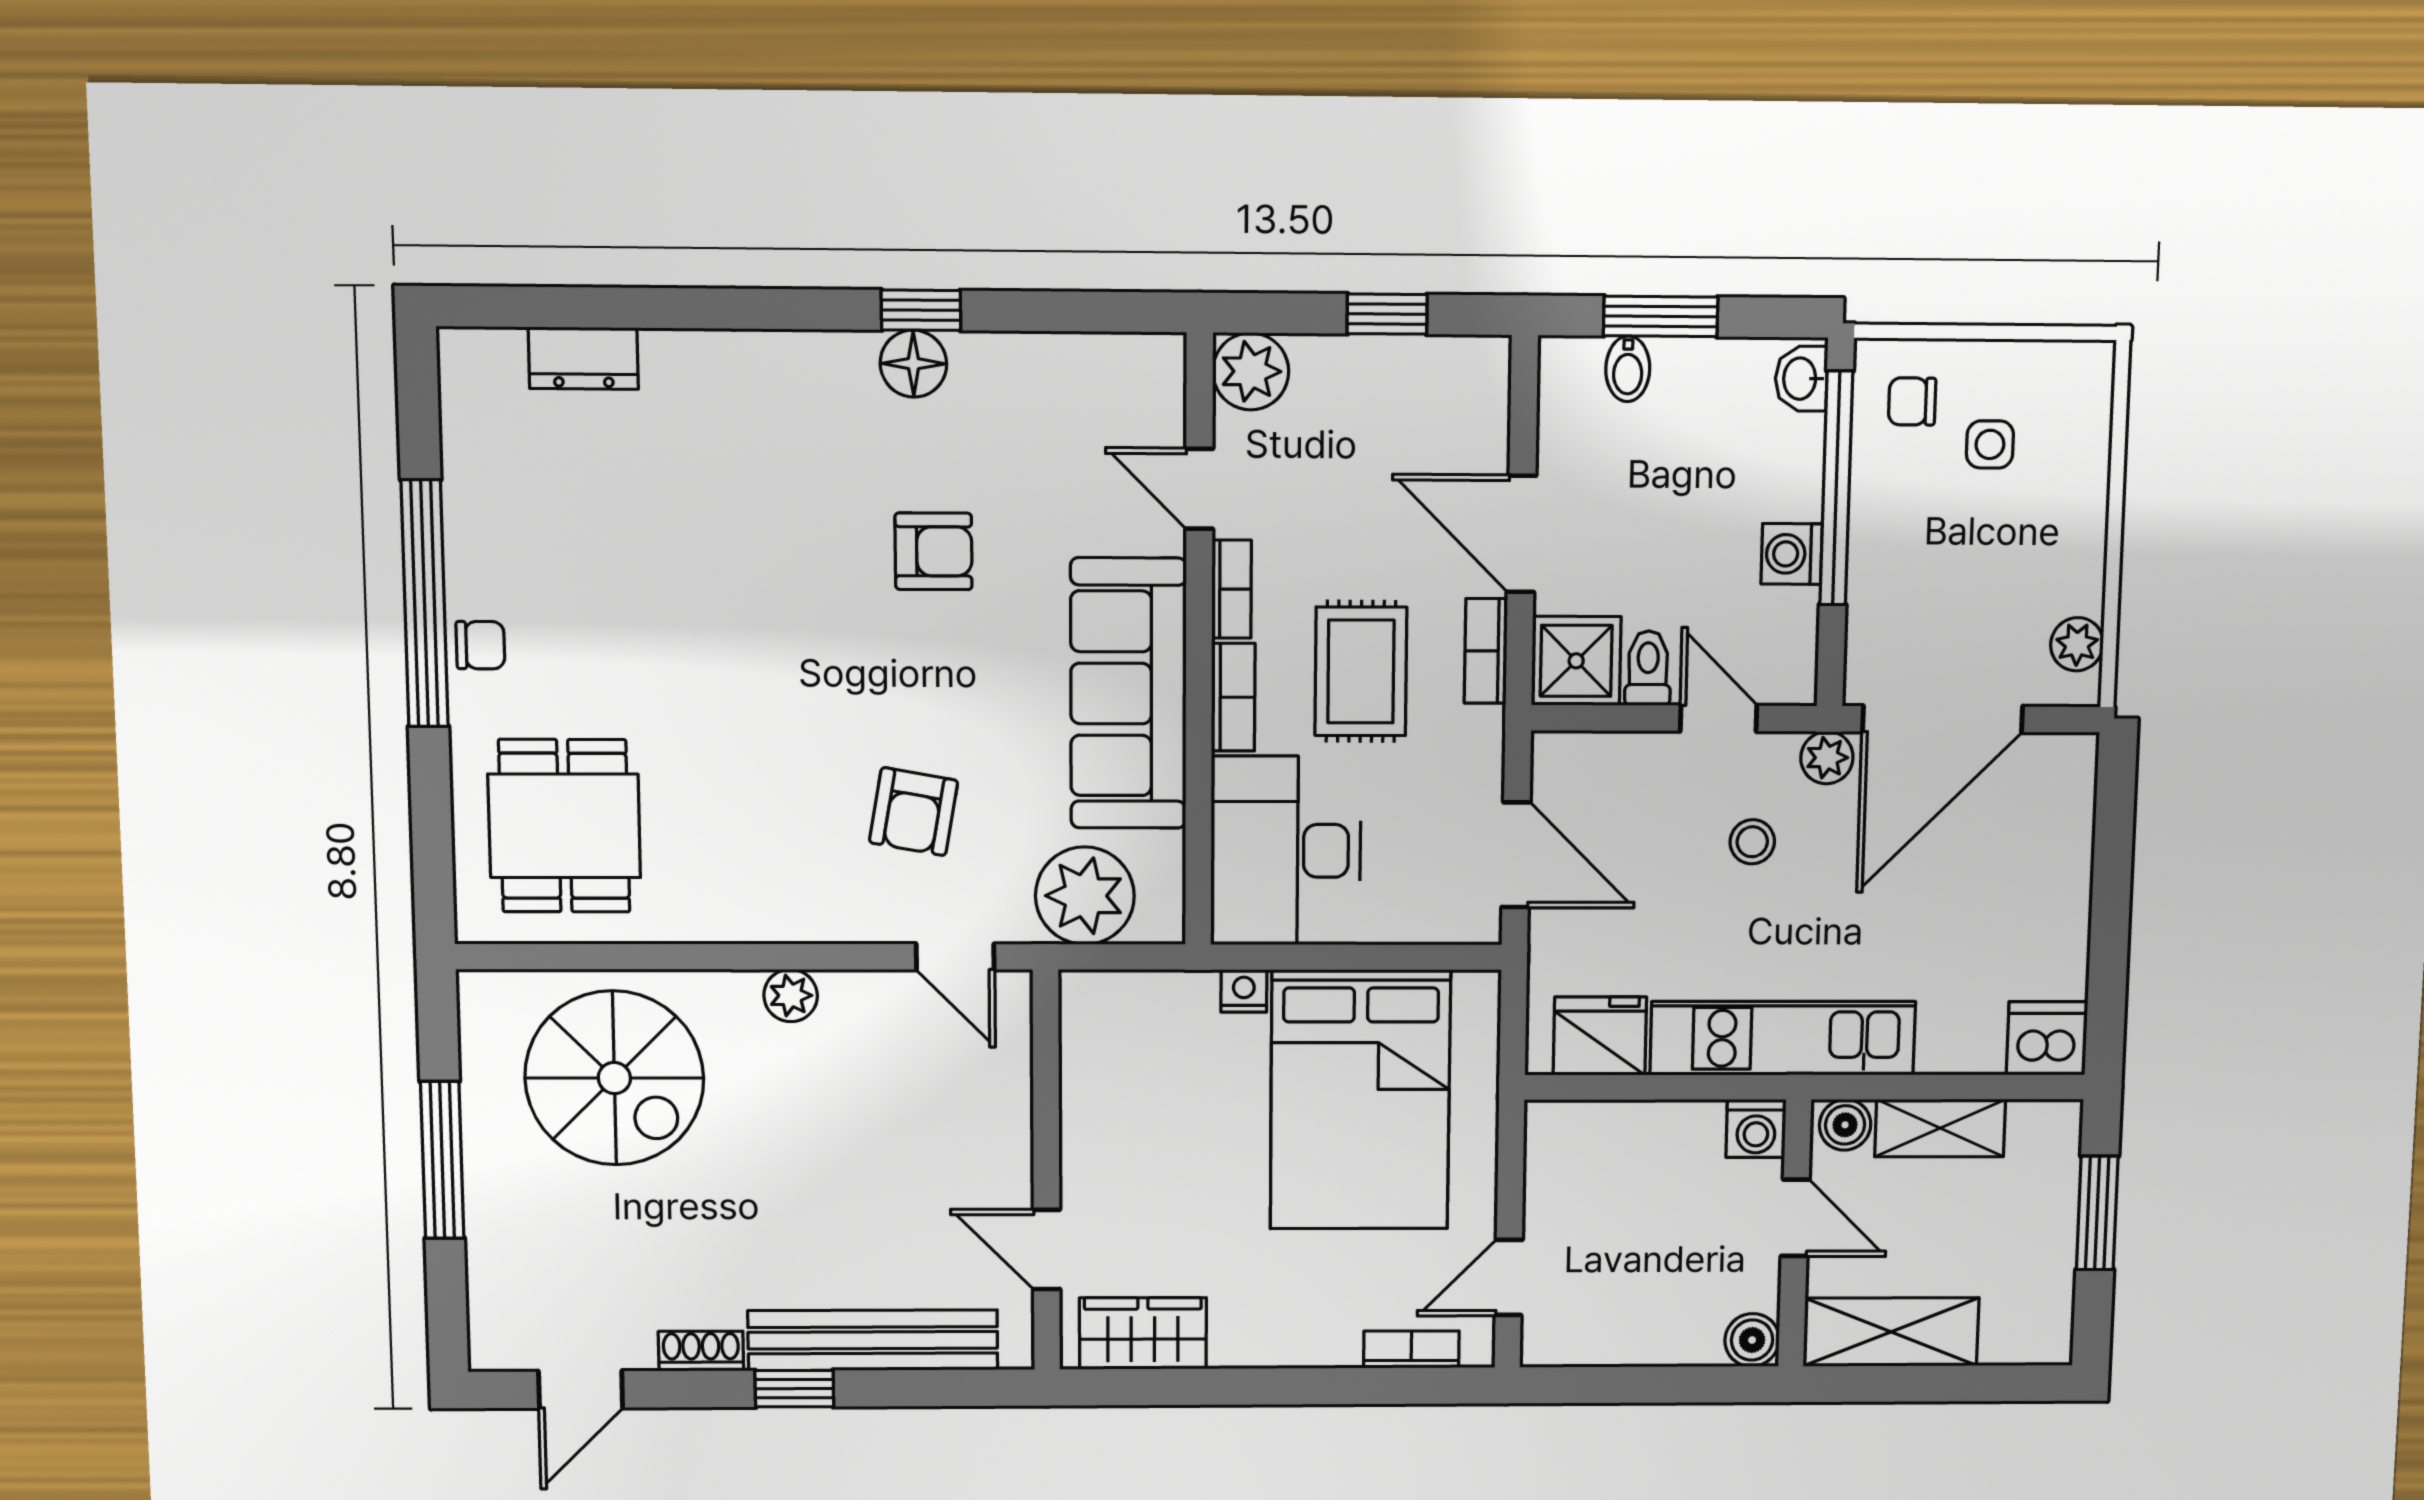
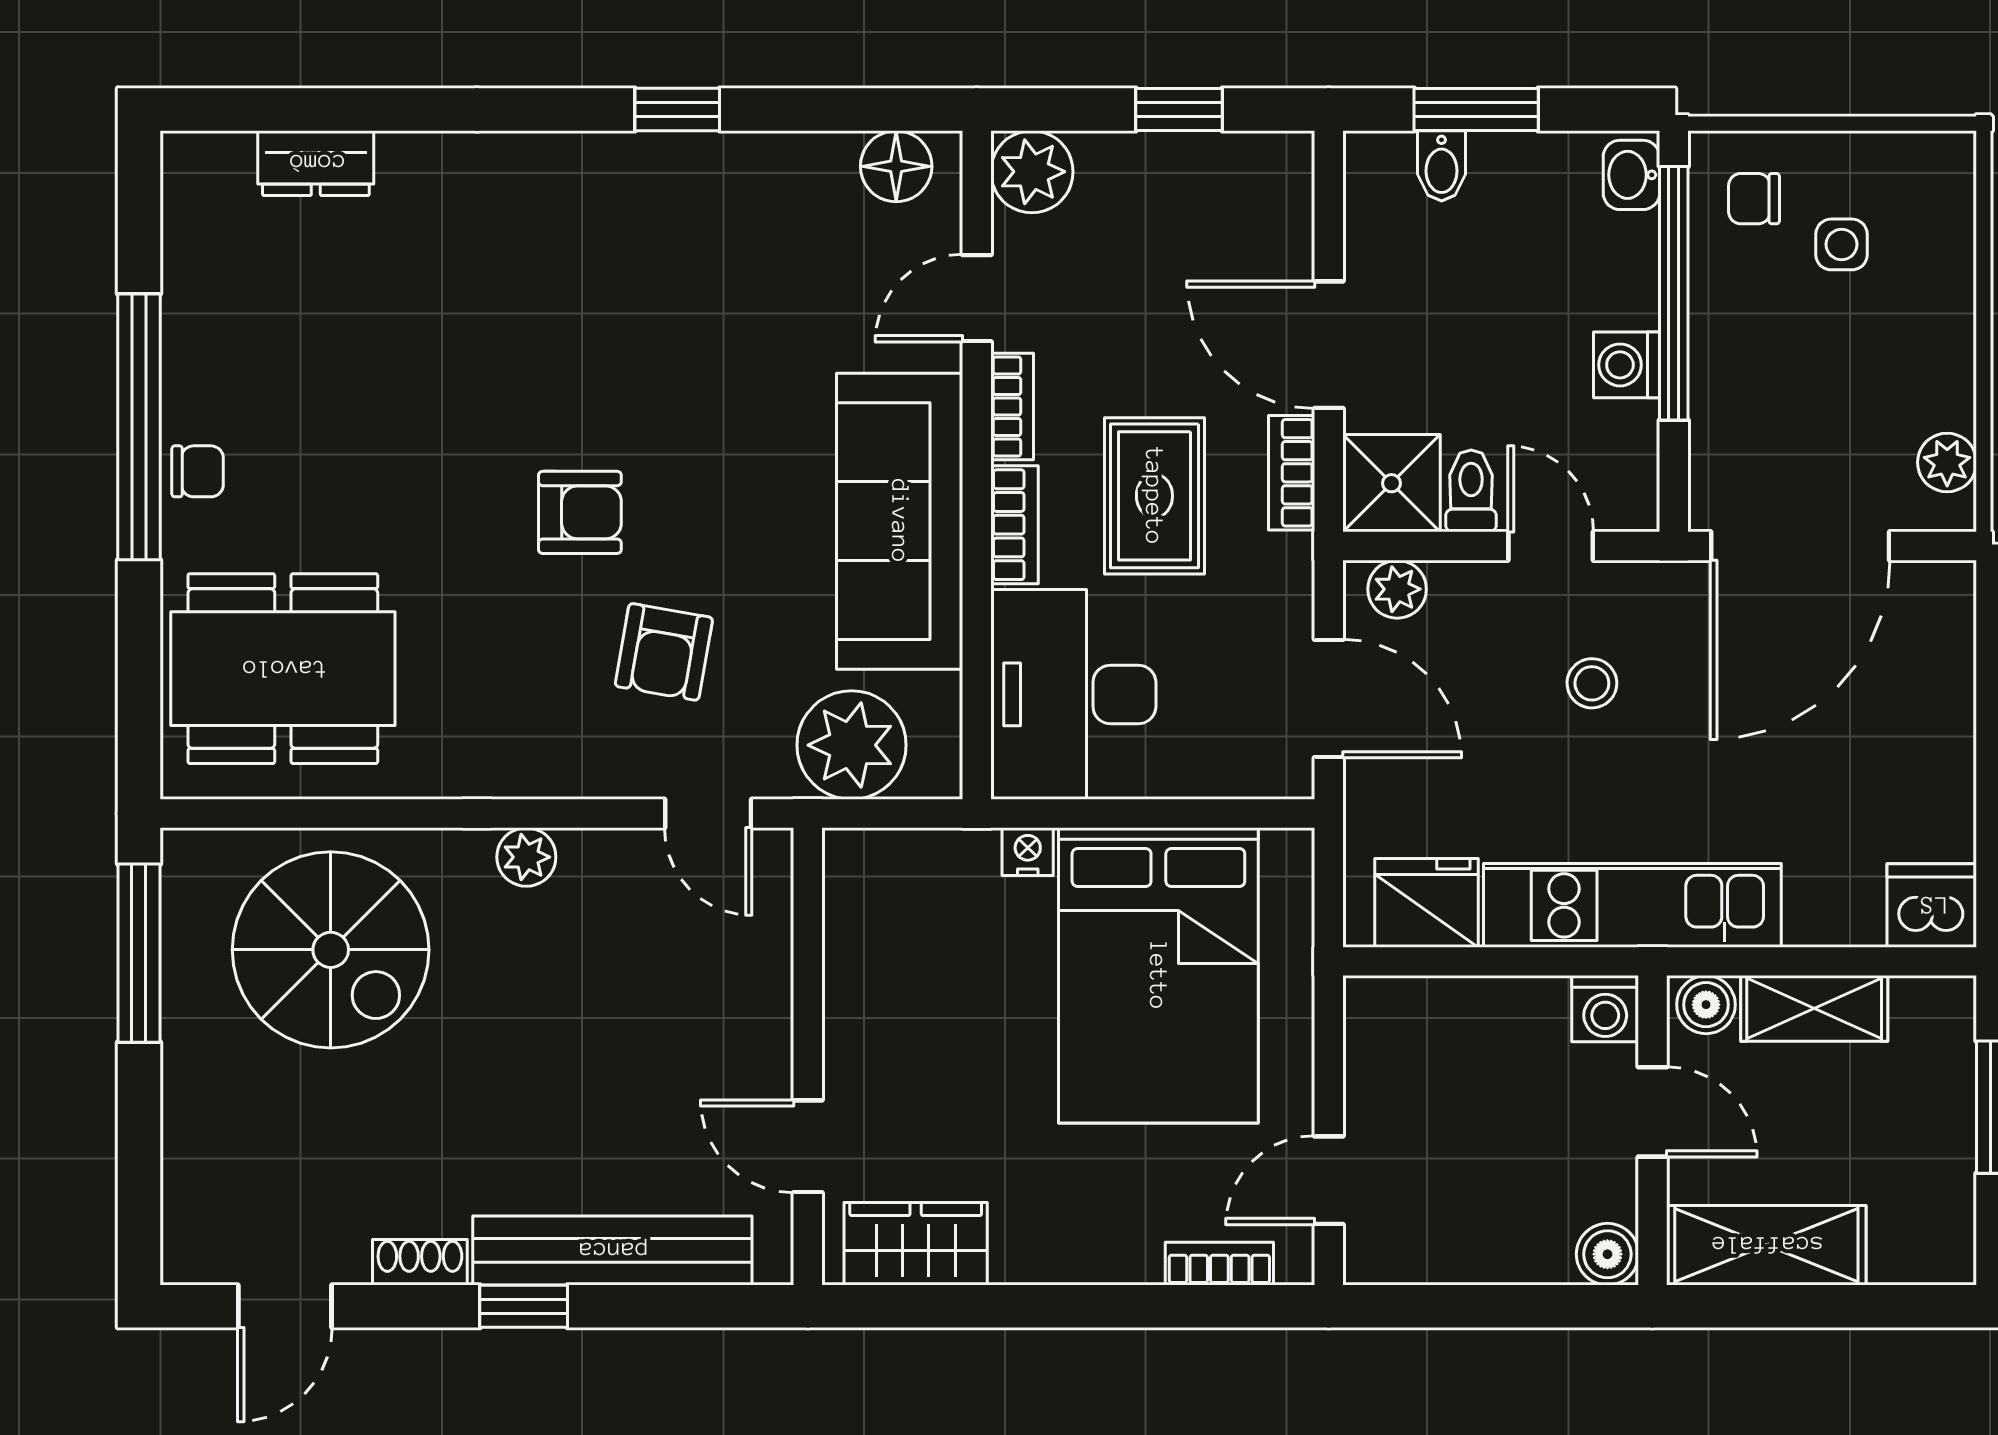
floor lamp: (913, 364) -> (896, 166), moved
door: (1199, 489) -> (977, 298), hinge flipped
armchair: (934, 551) -> (580, 512), moved
plant: (1827, 758) -> (1397, 589), moved
dining table: (564, 826) -> (283, 669), width x1.38
window: (442, 1160) -> (139, 953), moved

